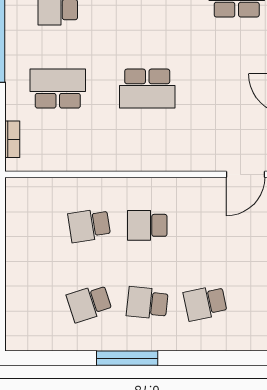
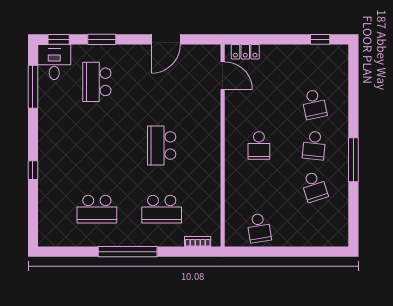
school desk: (58, 89) -> (162, 209), turned -90
school desk: (147, 89) -> (162, 145), turned 180
school desk: (89, 225) -> (259, 228), moved

